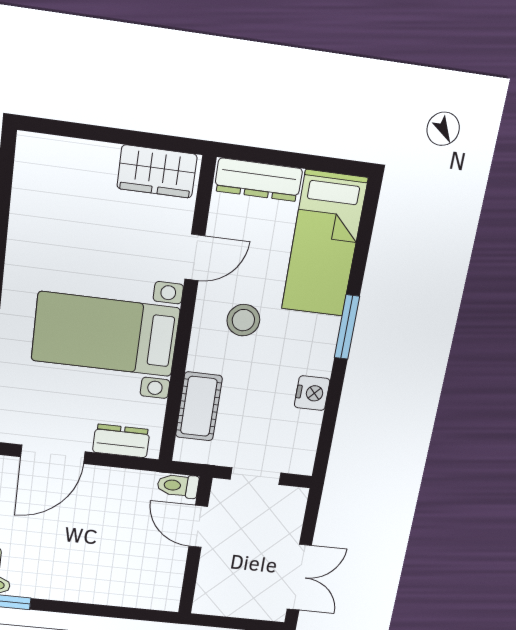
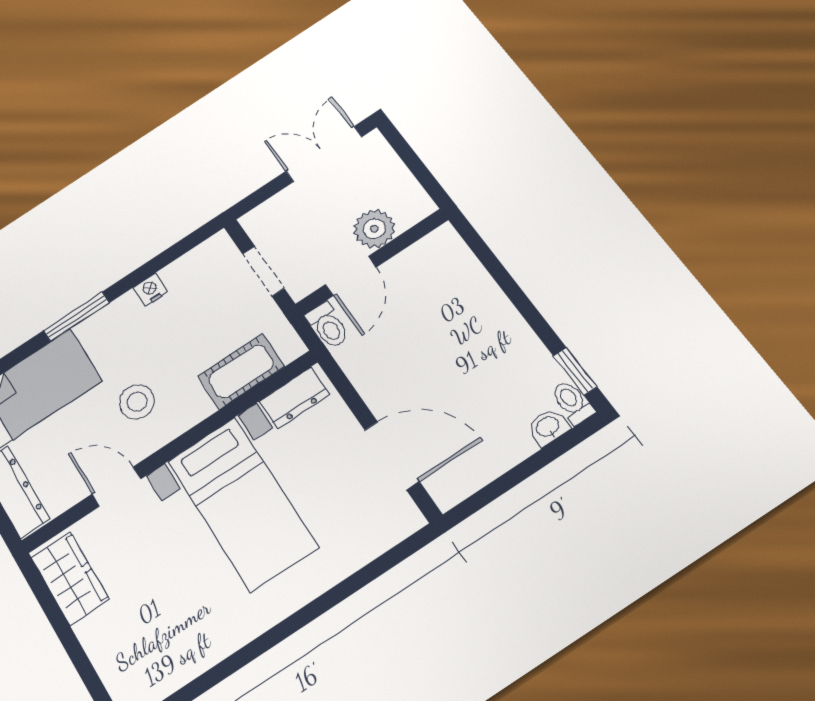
nightstand: (312, 393) -> (151, 290), width x0.72, depth x0.74
dresser: (121, 441) -> (294, 398), moved, turned -90
plant: (216, 566) -> (374, 229), added

